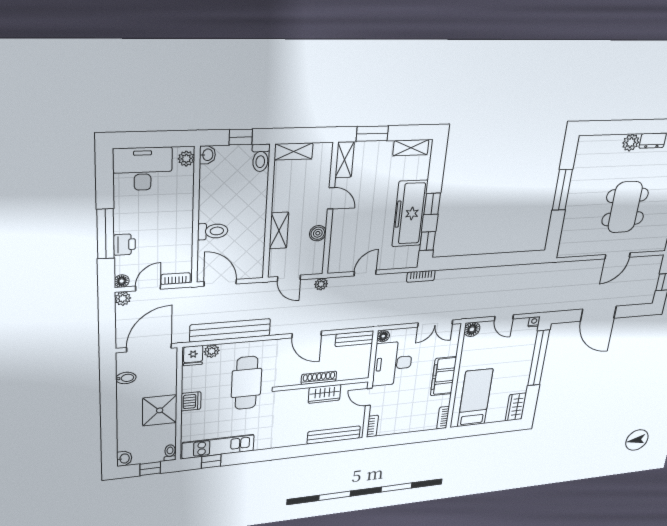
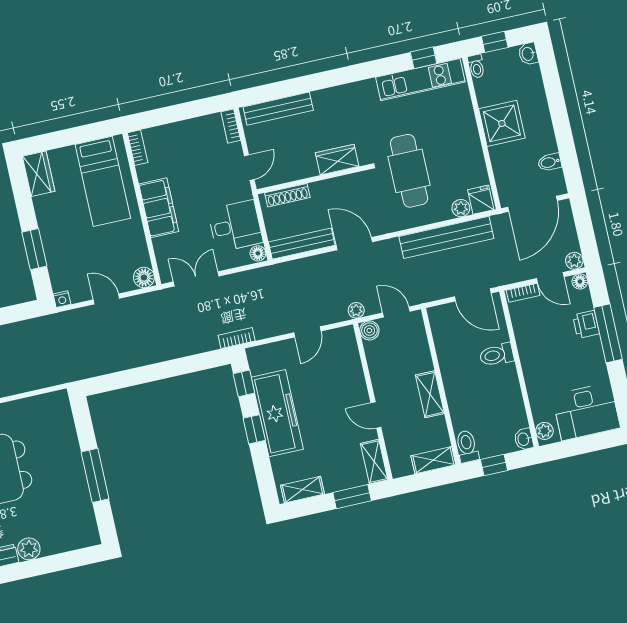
shelving: (279, 231) -> (430, 394), moved
boiler: (318, 233) -> (369, 330), moved
door: (148, 288) -> (550, 278), hinge flipped
bench: (355, 339) -> (302, 244), width x1.36
window: (539, 358) -> (34, 249), width x0.47
desk: (393, 363) -> (235, 226), width x0.73
shoe rack: (319, 378) -> (287, 195), moved
wardrobe: (324, 394) -> (337, 160), moved
door: (369, 397) -> (249, 168), hinge flipped
dishwasher: (191, 401) -> (469, 139), removed

